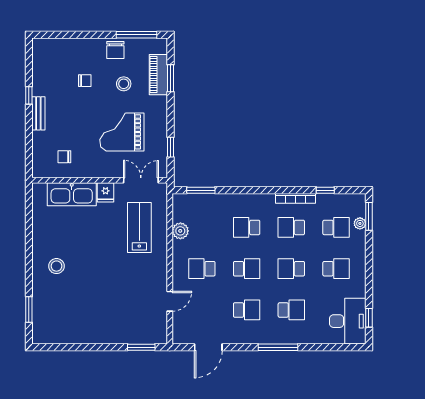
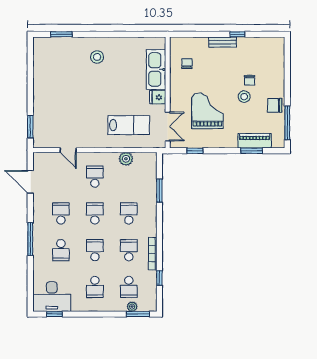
stool: (124, 84) -> (244, 97), moved
window: (201, 190) -> (159, 191), moved
school desk: (247, 269) -> (95, 213), turned 180
school desk: (247, 310) -> (61, 213), turned 180

